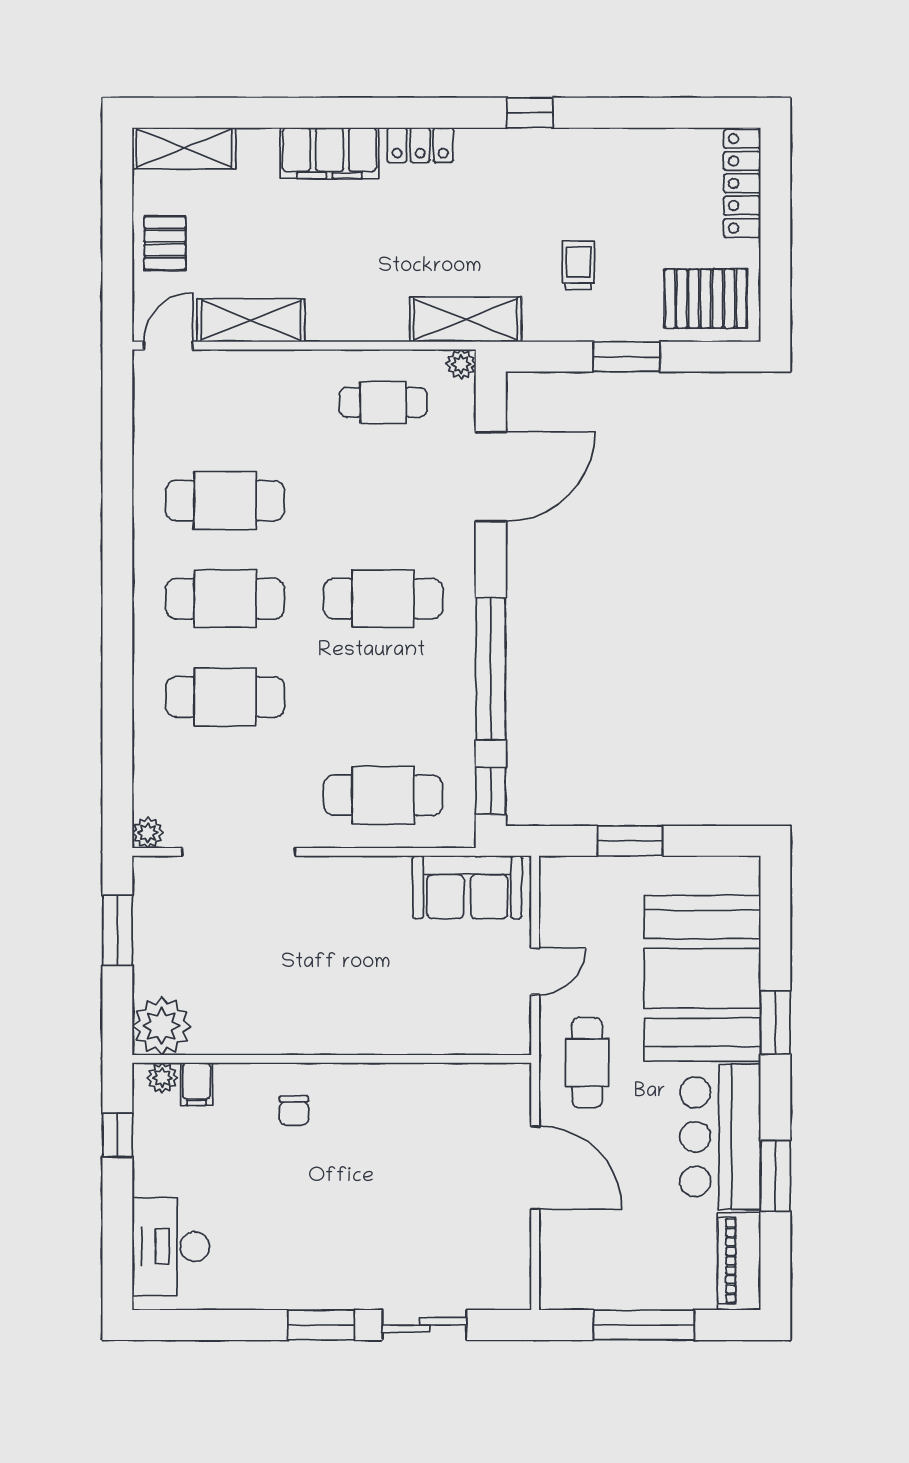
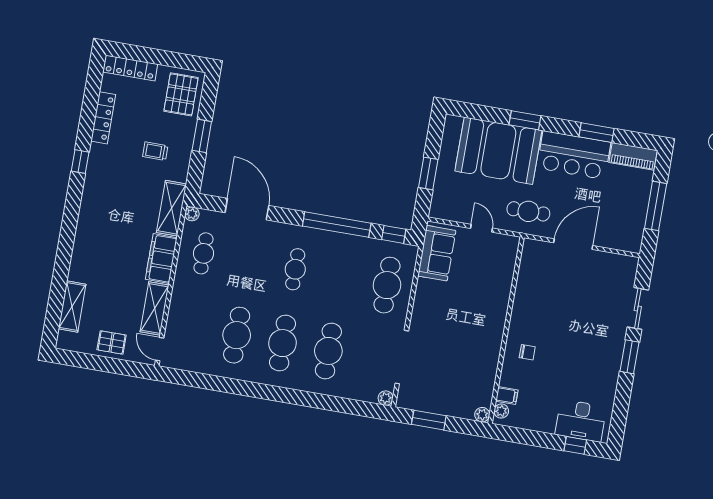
locker: (420, 145) -> (103, 118), moved, width x1.53
shelving: (184, 148) -> (72, 307), moved
filing cabinet: (329, 153) -> (161, 259), moved, turned 180
cafe table: (383, 599) -> (295, 269), width x0.73, depth x0.74
plant: (162, 1026) -> (482, 415), width x0.53, depth x0.53
window: (117, 1135) -> (575, 445), moved

